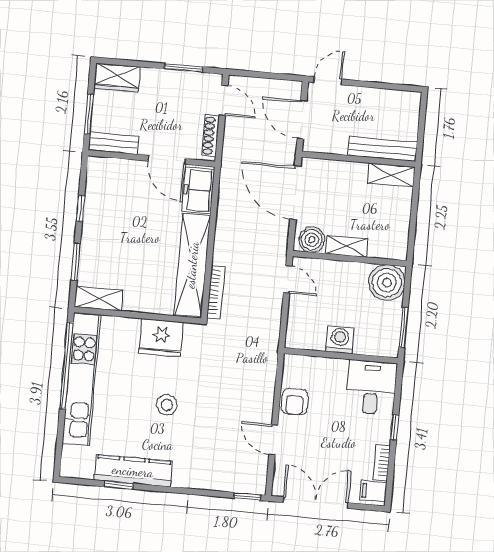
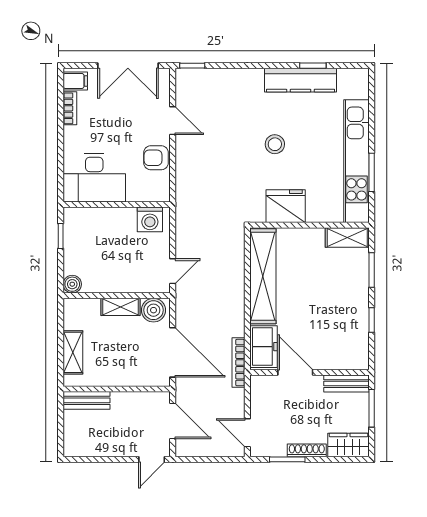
shoe rack: (211, 136) -> (307, 450), moved, turned -90
bench: (383, 149) -> (87, 400), width x0.73
shelving: (391, 175) -> (73, 352), moved, turned 90
door: (288, 279) -> (173, 271), swing flipped
boiler: (387, 283) -> (72, 284), width x0.54, depth x0.54
bookcase: (216, 292) -> (238, 363), moved
window: (404, 327) -> (61, 236), width x0.67
washing machine: (340, 340) -> (150, 219), moved
window: (66, 366) -> (372, 172), width x0.47
desk: (371, 387) -> (94, 178), width x1.37
armchair: (295, 402) -> (156, 158), turned -90
window: (395, 427) -> (61, 142), removed

